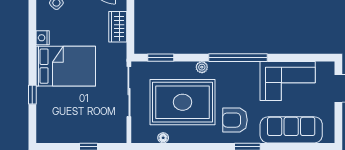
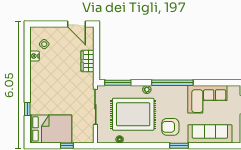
nightstand: (43, 38) -> (34, 56), moved
window: (161, 58) -> (118, 83), width x1.44
bed: (66, 66) -> (51, 129), moved

